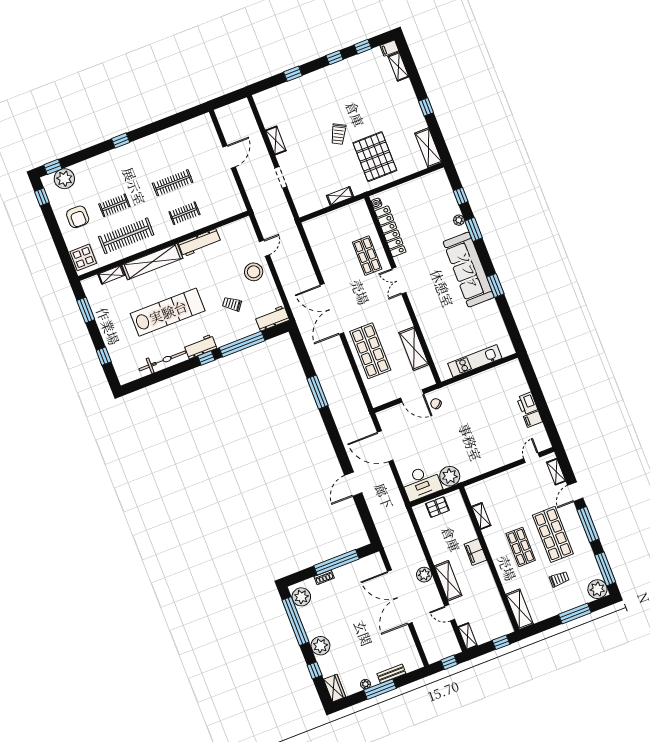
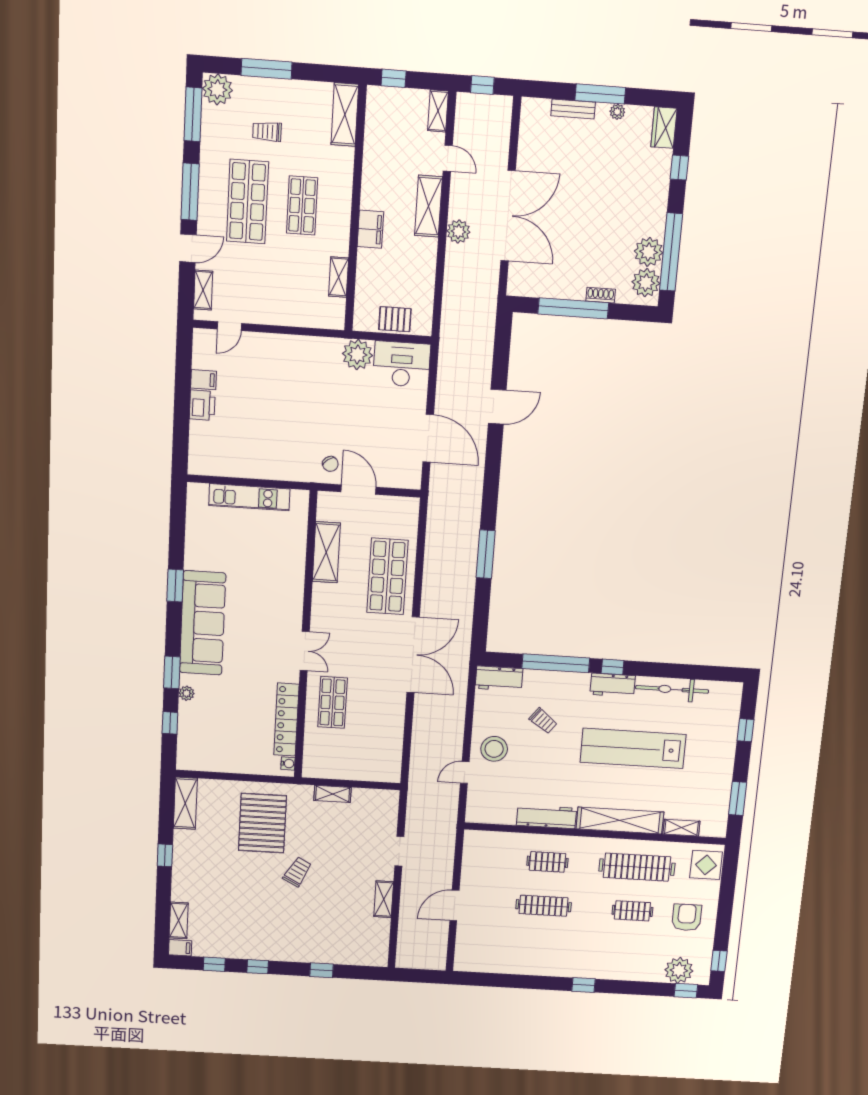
plant: (320, 646) -> (649, 252), moved

